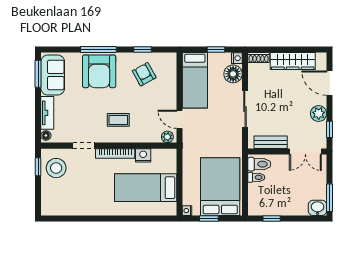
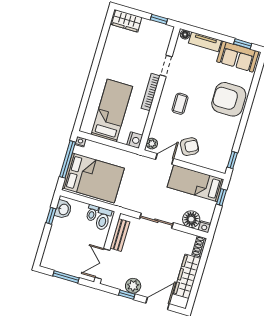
window: (98, 49) -> (249, 104), removed
window: (143, 49) -> (232, 160), moved
window: (216, 49) -> (222, 197), moved
window: (38, 74) -> (243, 44), width x0.67
armchair: (144, 74) -> (189, 147), moved
window: (330, 129) -> (127, 295), moved
nightstand: (143, 155) -> (135, 140), moved
stool: (56, 168) -> (153, 35), removed
window: (330, 198) -> (66, 277), moved
wardrobe: (49, 199) -> (127, 21), added
washbasin: (318, 208) -> (63, 209), moved
window: (209, 218) -> (67, 159), width x2.17

